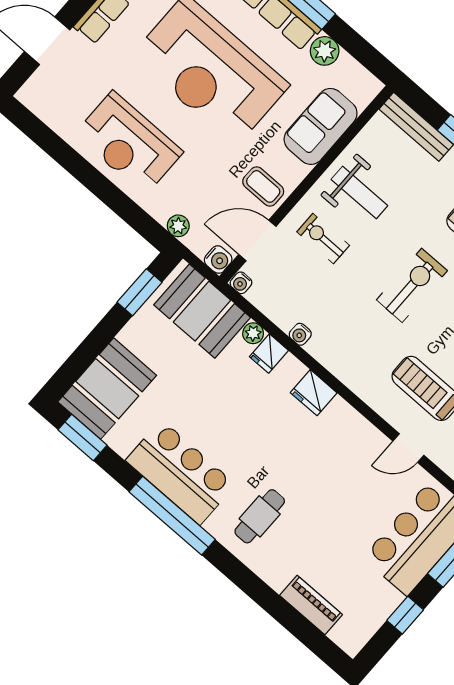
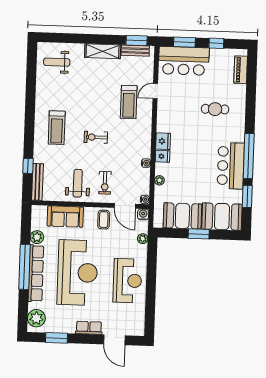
exercise bike: (412, 285) -> (96, 137), width x0.73, depth x0.72
window: (139, 292) -> (199, 234), moved
booth: (202, 311) -> (182, 216), moved, turned 90
fridge: (269, 354) -> (163, 156), moved
window: (83, 437) -> (247, 196), moved
door: (408, 448) -> (155, 91), swing flipped
cafe table: (260, 516) -> (215, 109), moved
piano: (311, 605) -> (241, 70), moved

